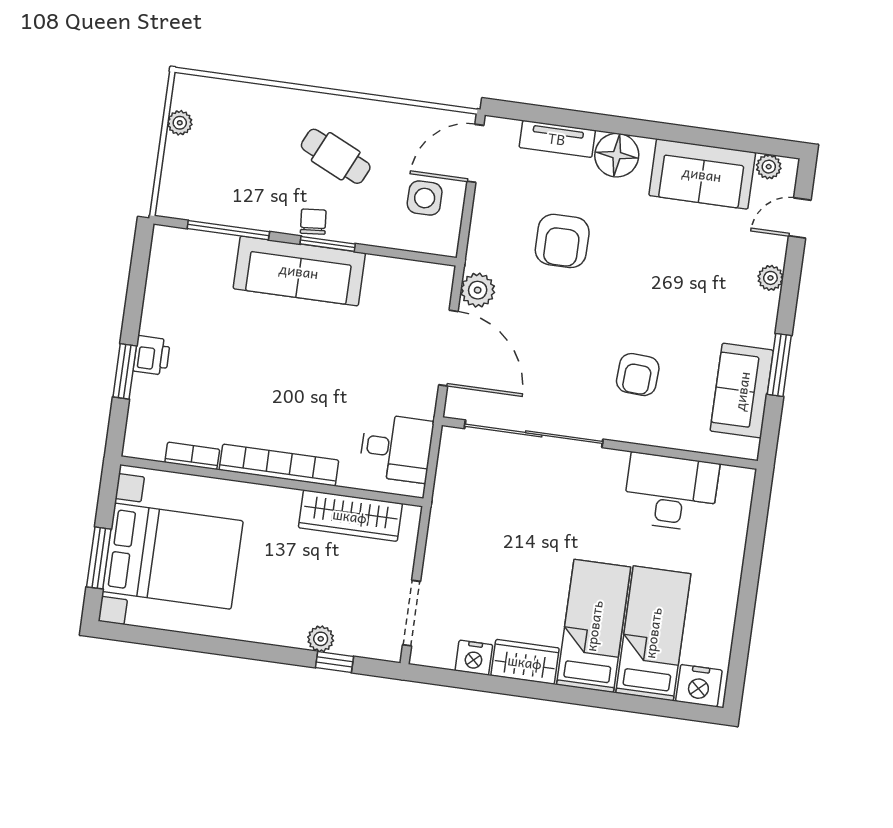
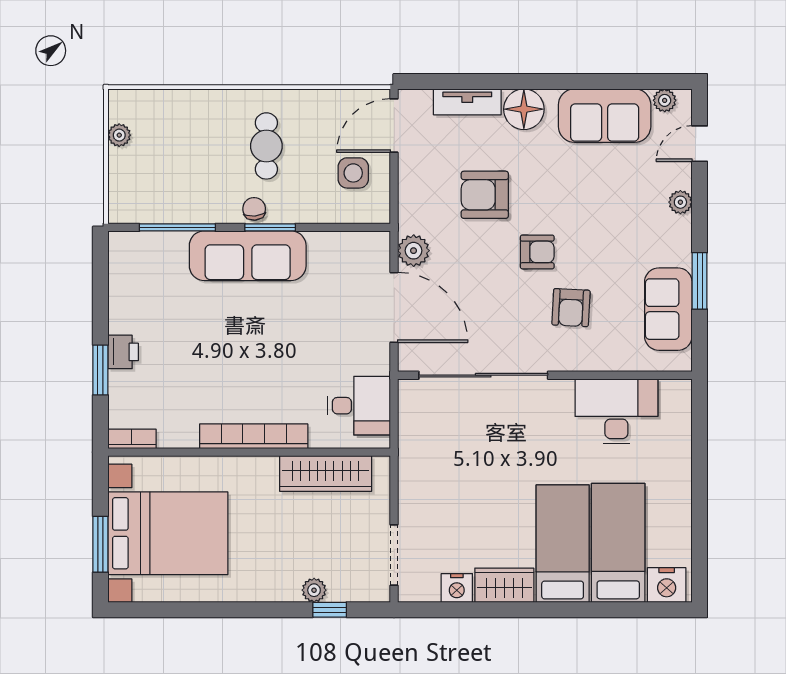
cafe table: (336, 156) -> (266, 146), turned 65
armchair: (562, 241) -> (485, 195), turned 90
armchair: (610, 310) -> (537, 252), added
bookcase: (192, 456) -> (132, 439), moved

